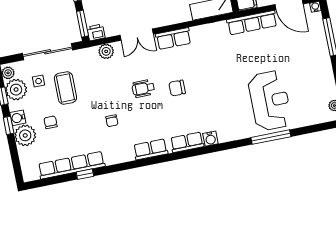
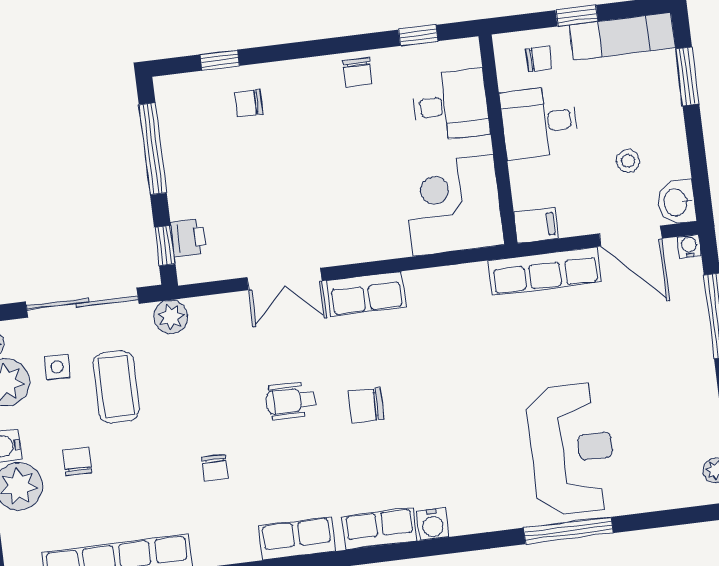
window: (82, 24) -> (165, 246), width x0.67
printer: (96, 32) -> (188, 238), moved, turned 90
plant: (106, 51) -> (171, 317), moved

